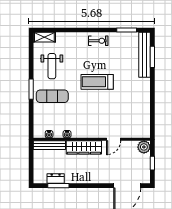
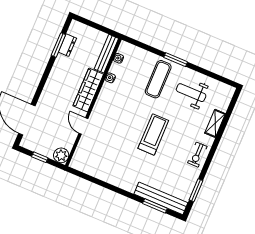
shelving: (44, 37) -> (215, 123), moved

